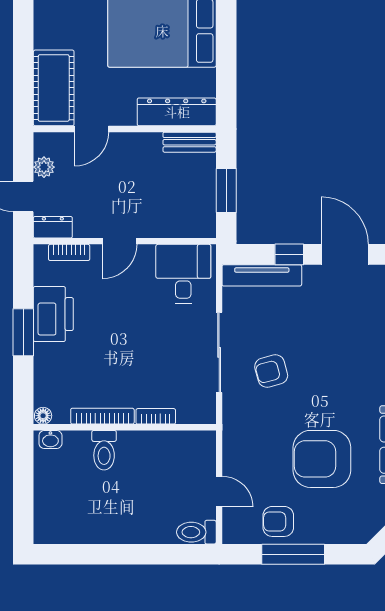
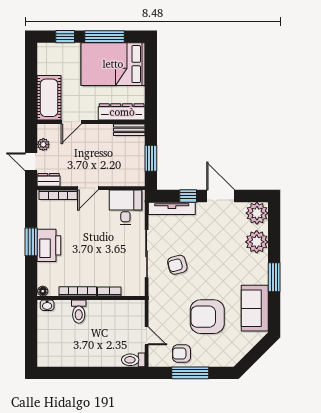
bookcase: (69, 252) -> (58, 195), width x1.56
printer: (53, 314) -> (49, 245), moved

